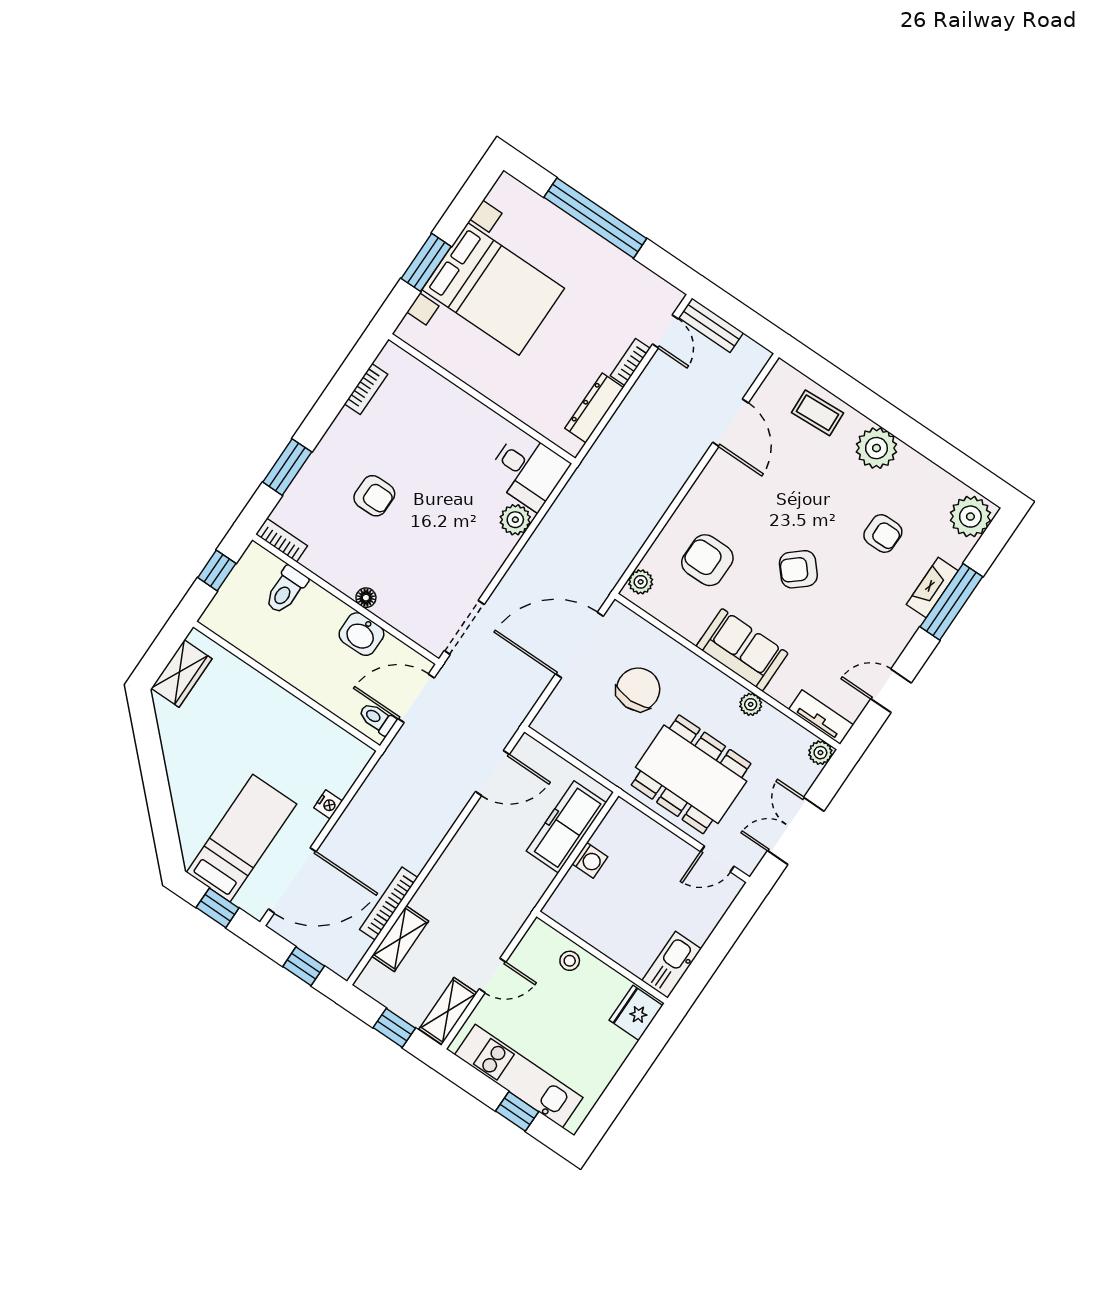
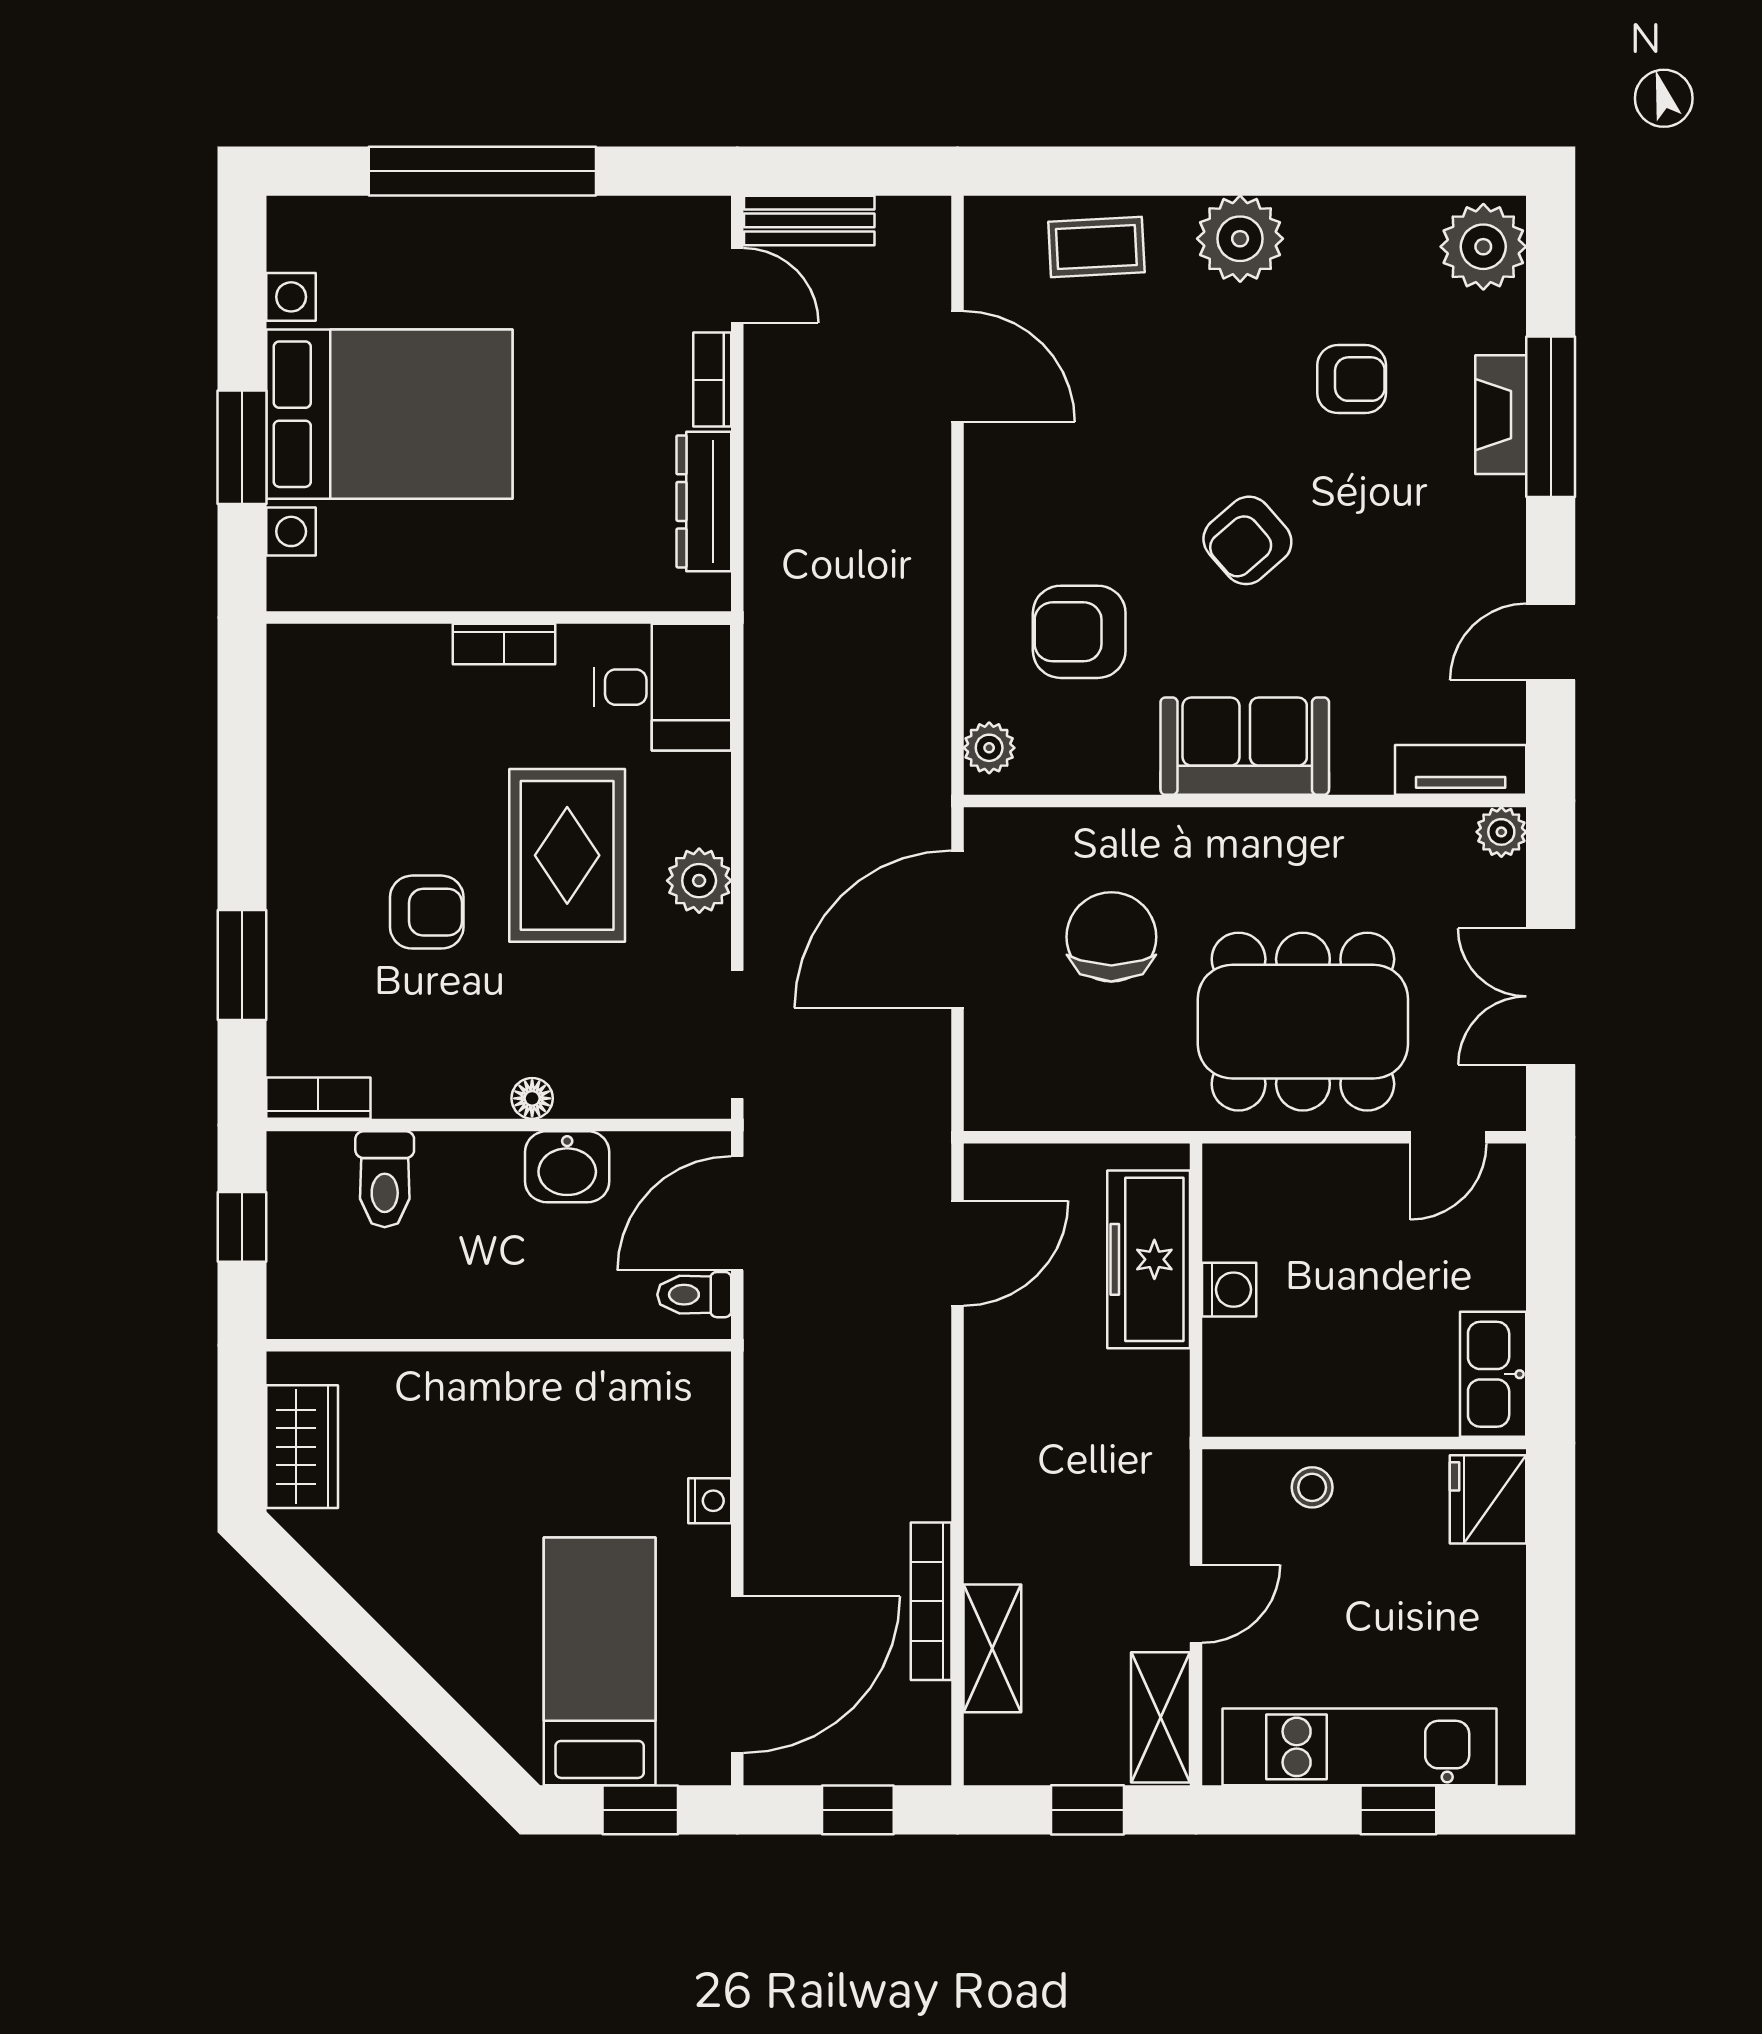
bookcase: (366, 389) -> (504, 644), moved, turned 90
rug: (445, 511) -> (567, 855), added
plant: (515, 520) -> (699, 881), moved
plant: (751, 704) -> (1324, 830), removed

